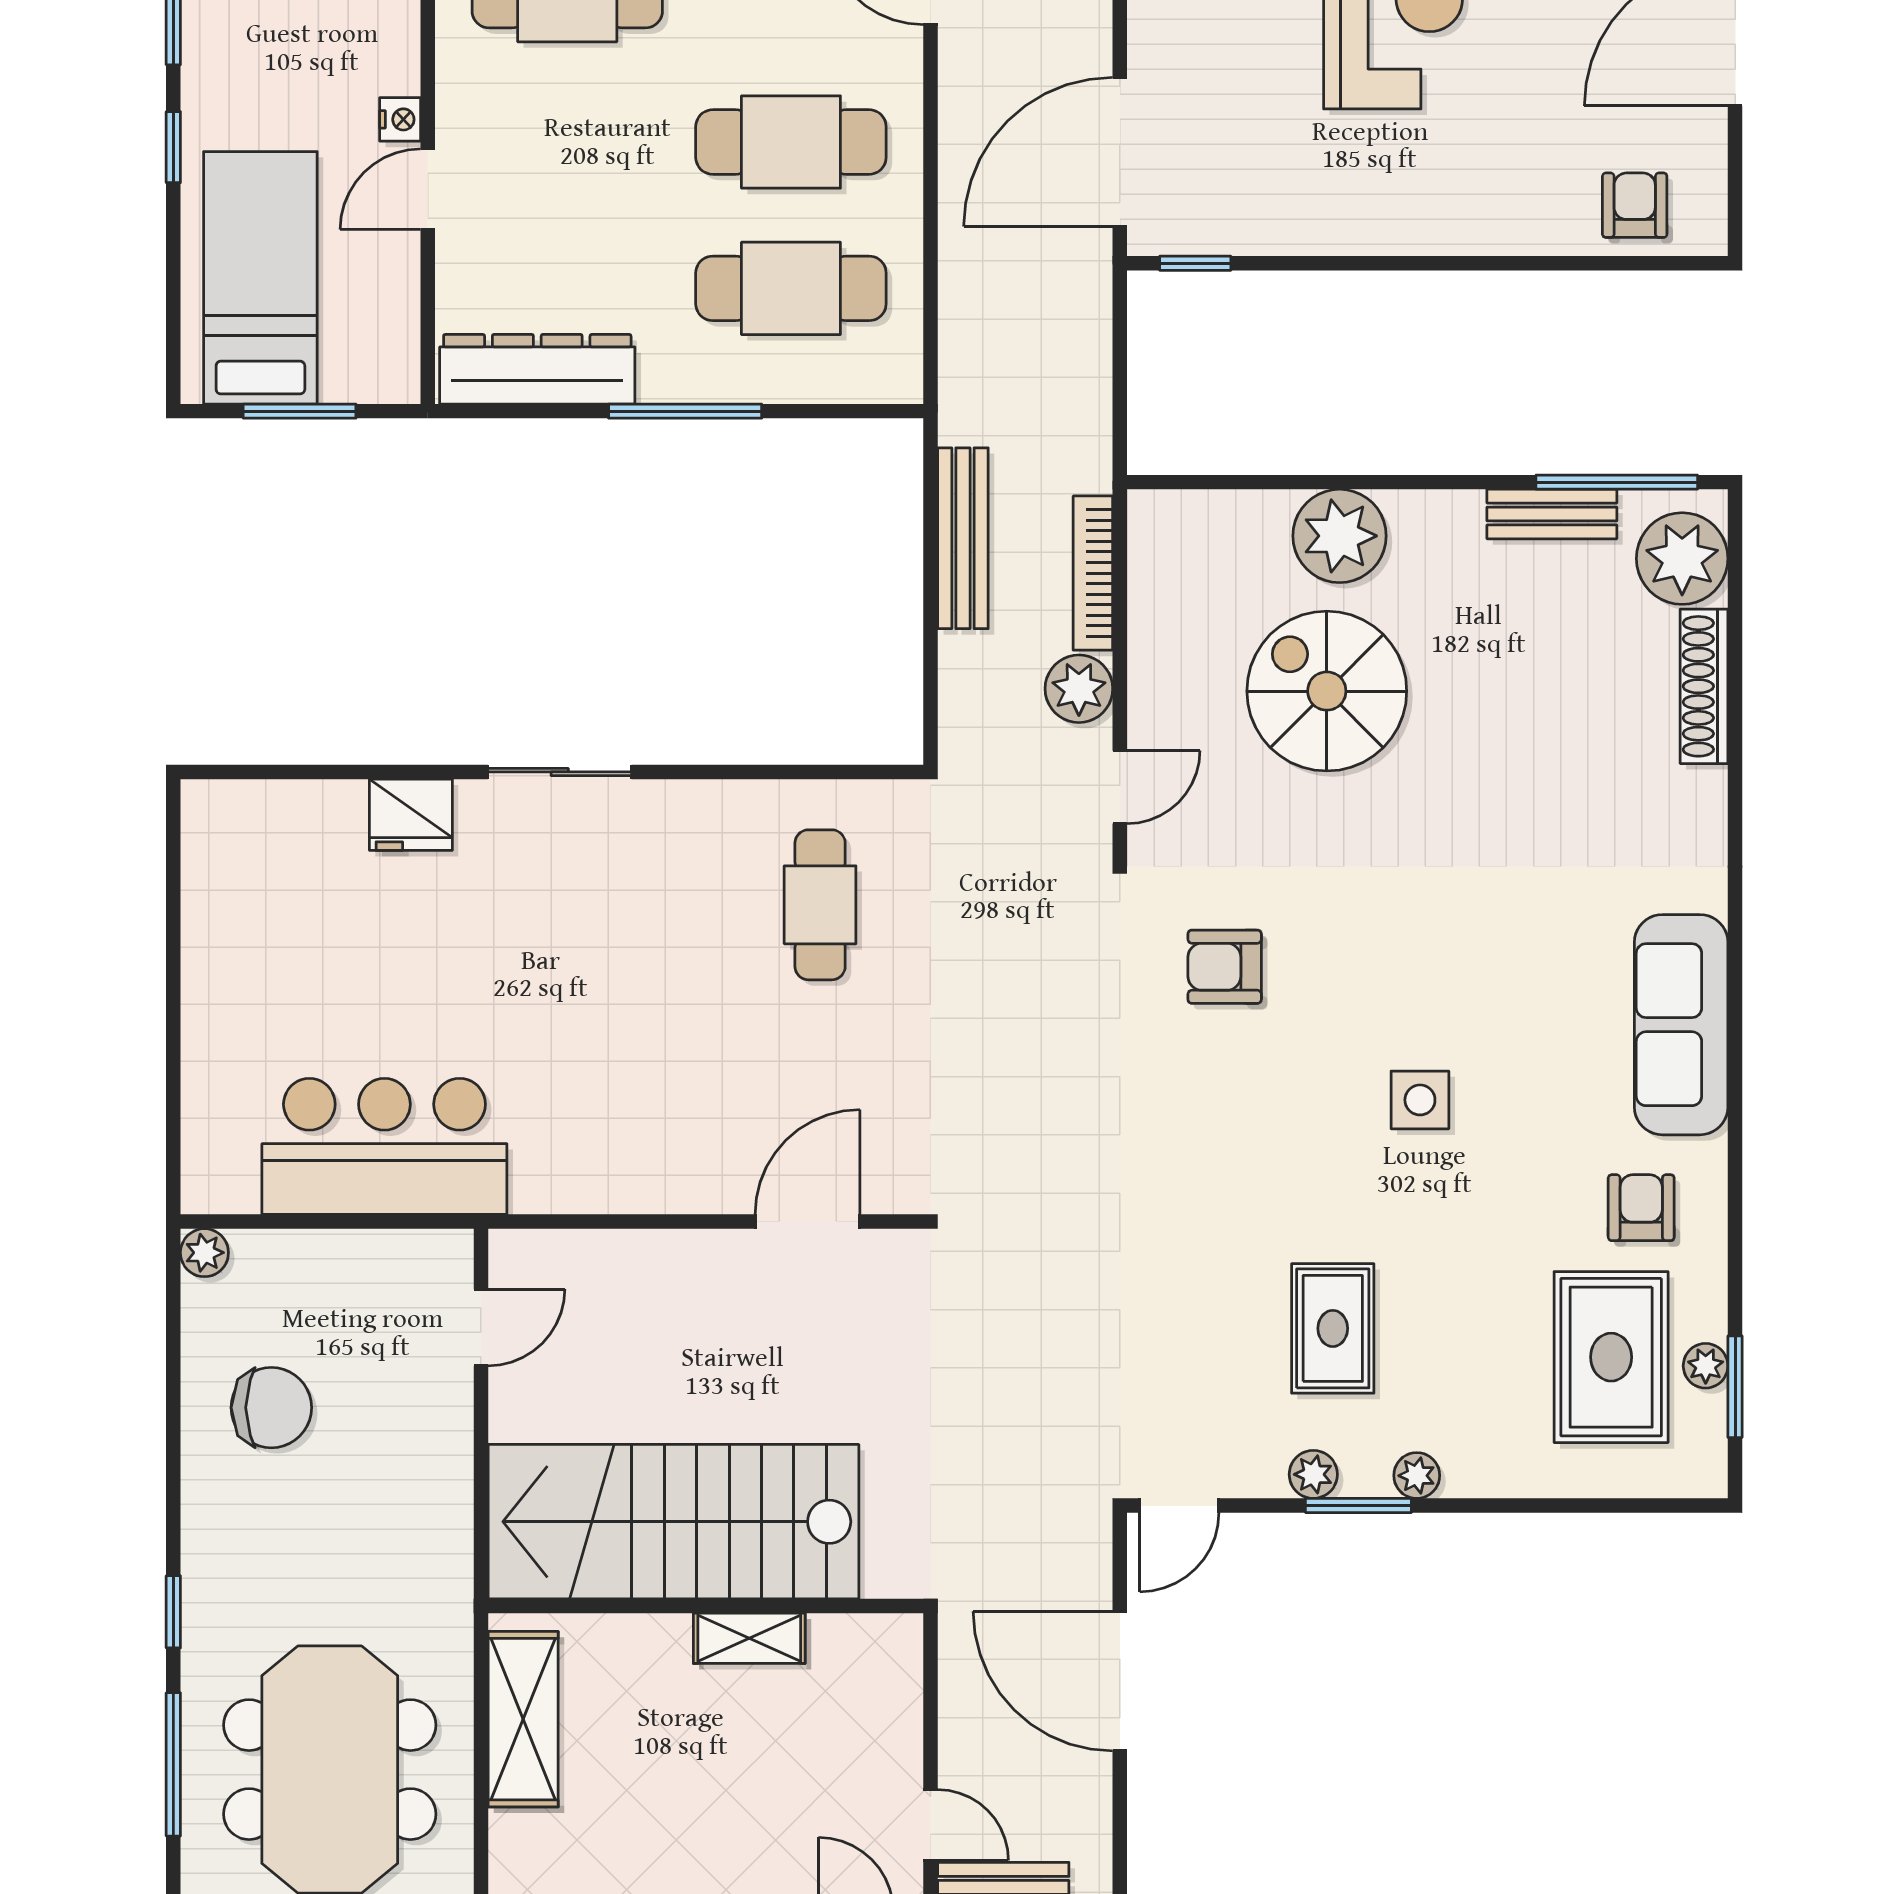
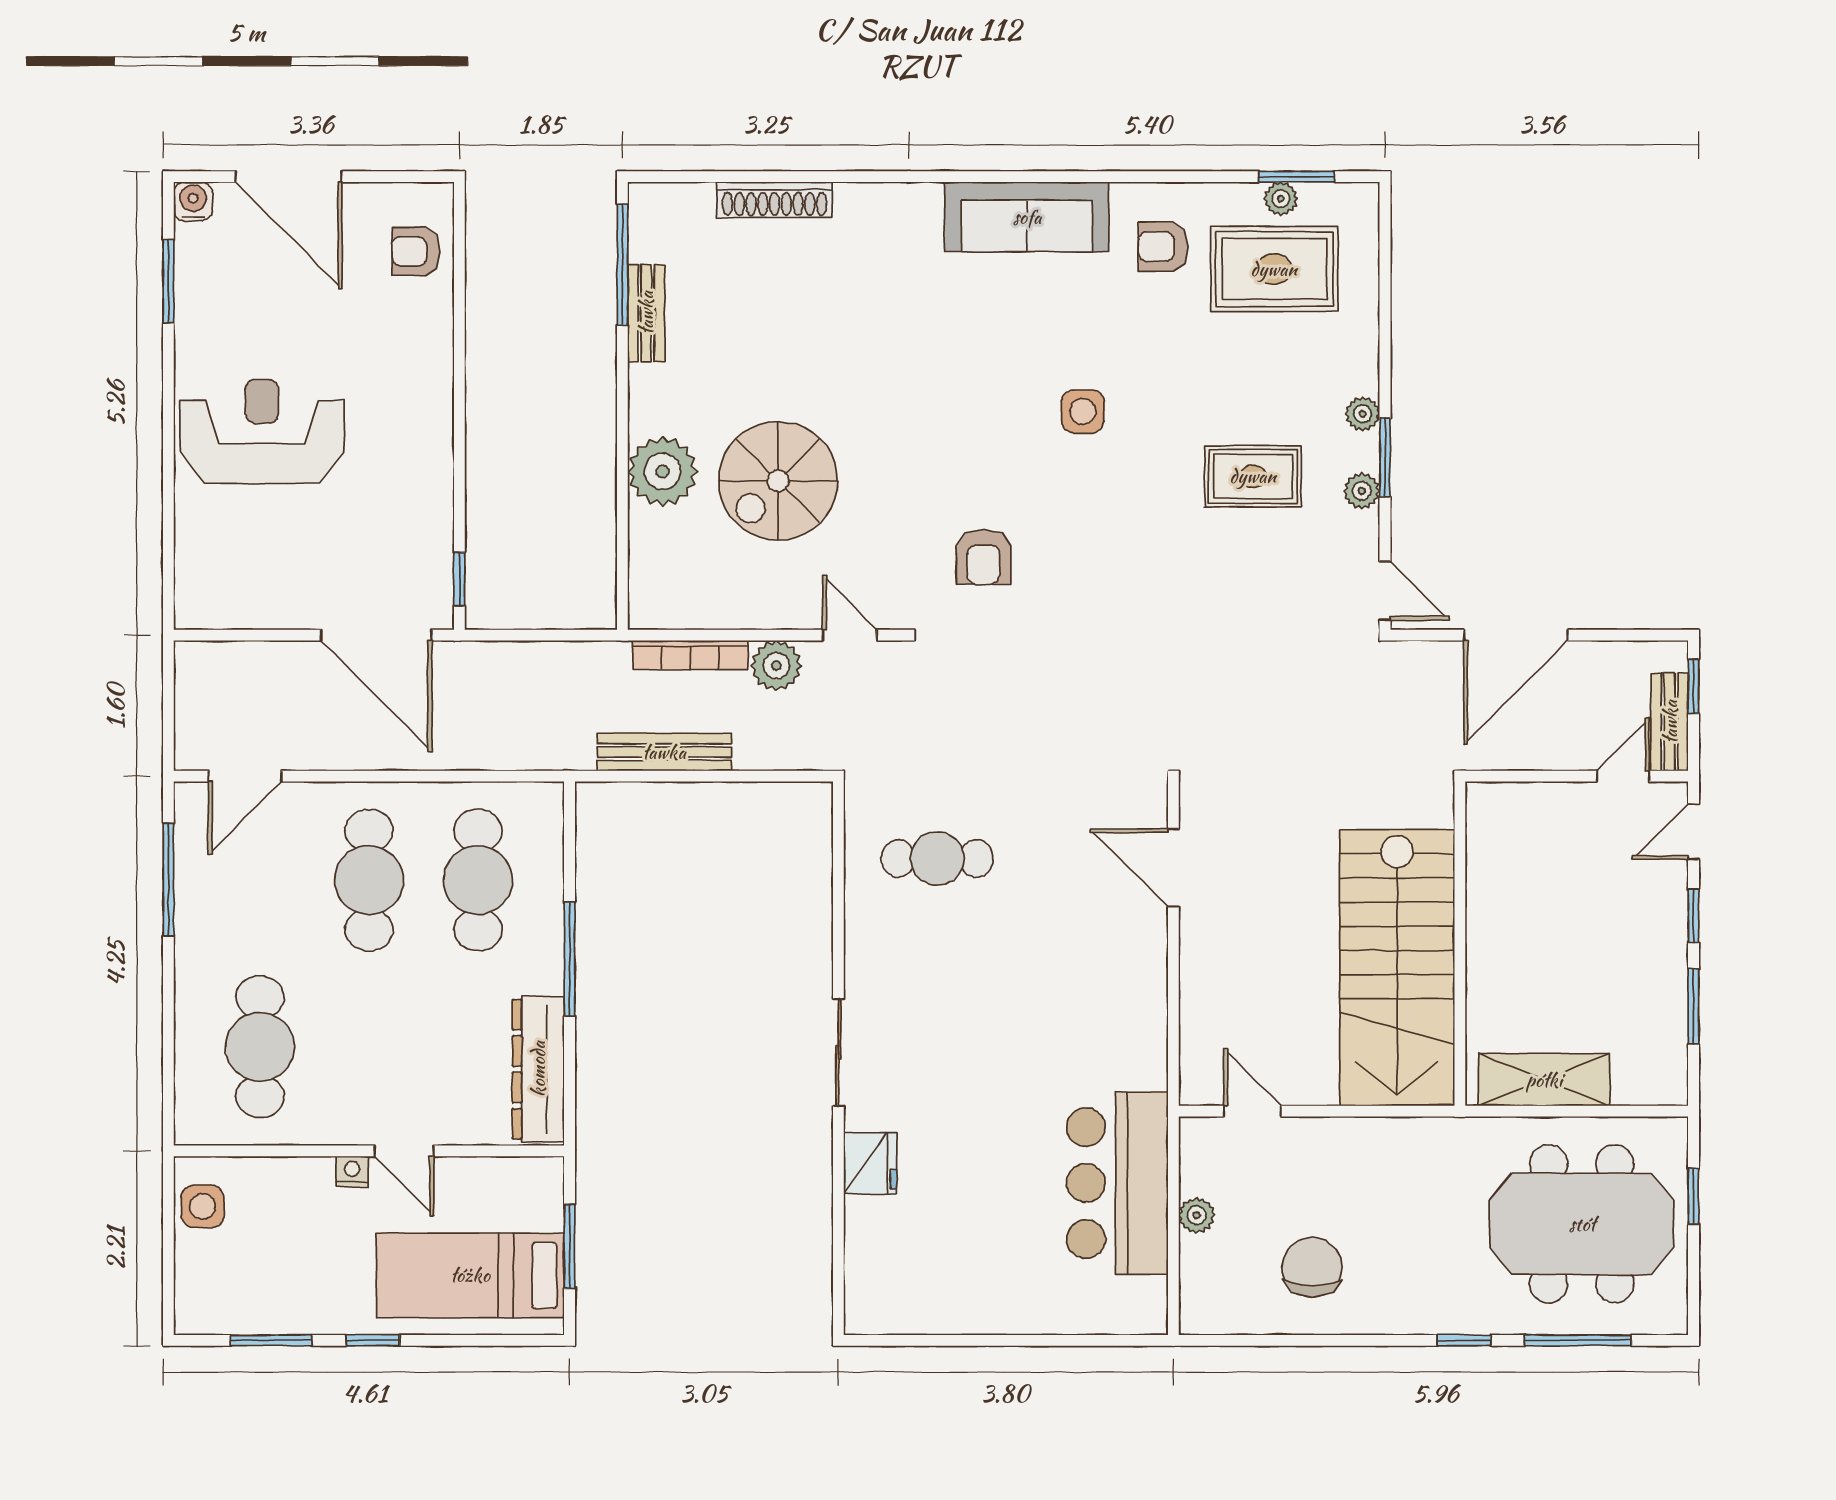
plant: (1682, 559) -> (679, 216), removed
plant: (204, 1253) -> (1197, 1215), moved
shelving: (749, 1638) -> (1484, 911), removed

